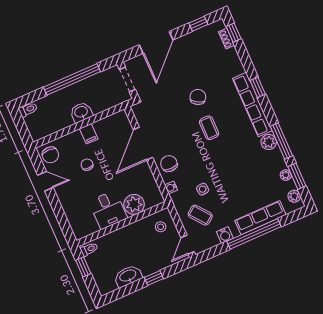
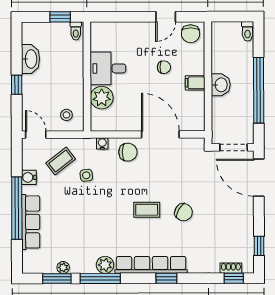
door: (156, 42) -> (259, 178), moved
chair: (50, 155) -> (191, 34), turned -90
plant: (294, 196) -> (37, 267), removed

